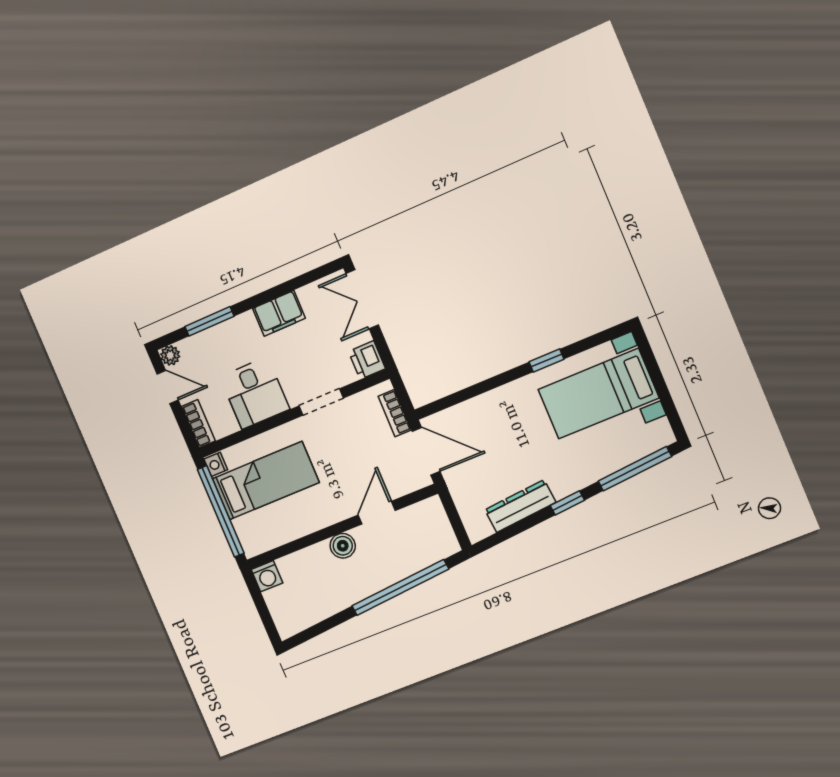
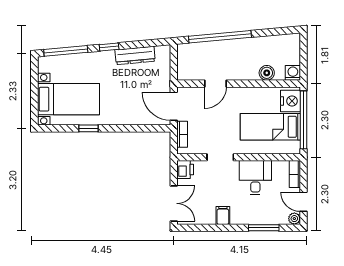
filing cabinet: (279, 313) -> (223, 215), width x0.50
nightstand: (216, 464) -> (290, 101), moved, width x1.89, depth x1.79
boiler: (343, 546) -> (267, 73), moved

